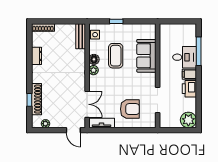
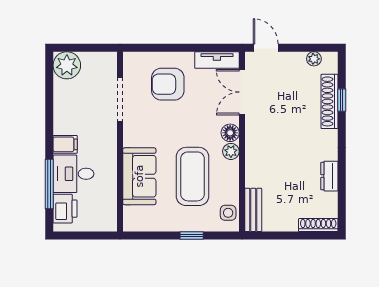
coffee table: (116, 56) -> (193, 176), width x1.36, depth x1.32
floor lamp: (94, 59) -> (230, 133), moved
printer: (189, 89) -> (65, 209), moved

